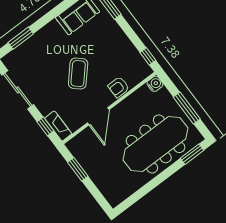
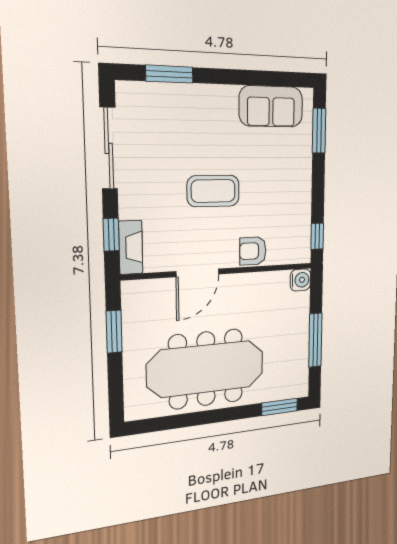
coffee table: (78, 74) -> (213, 191), turned 48
meeting table: (155, 144) -> (206, 369), moved

